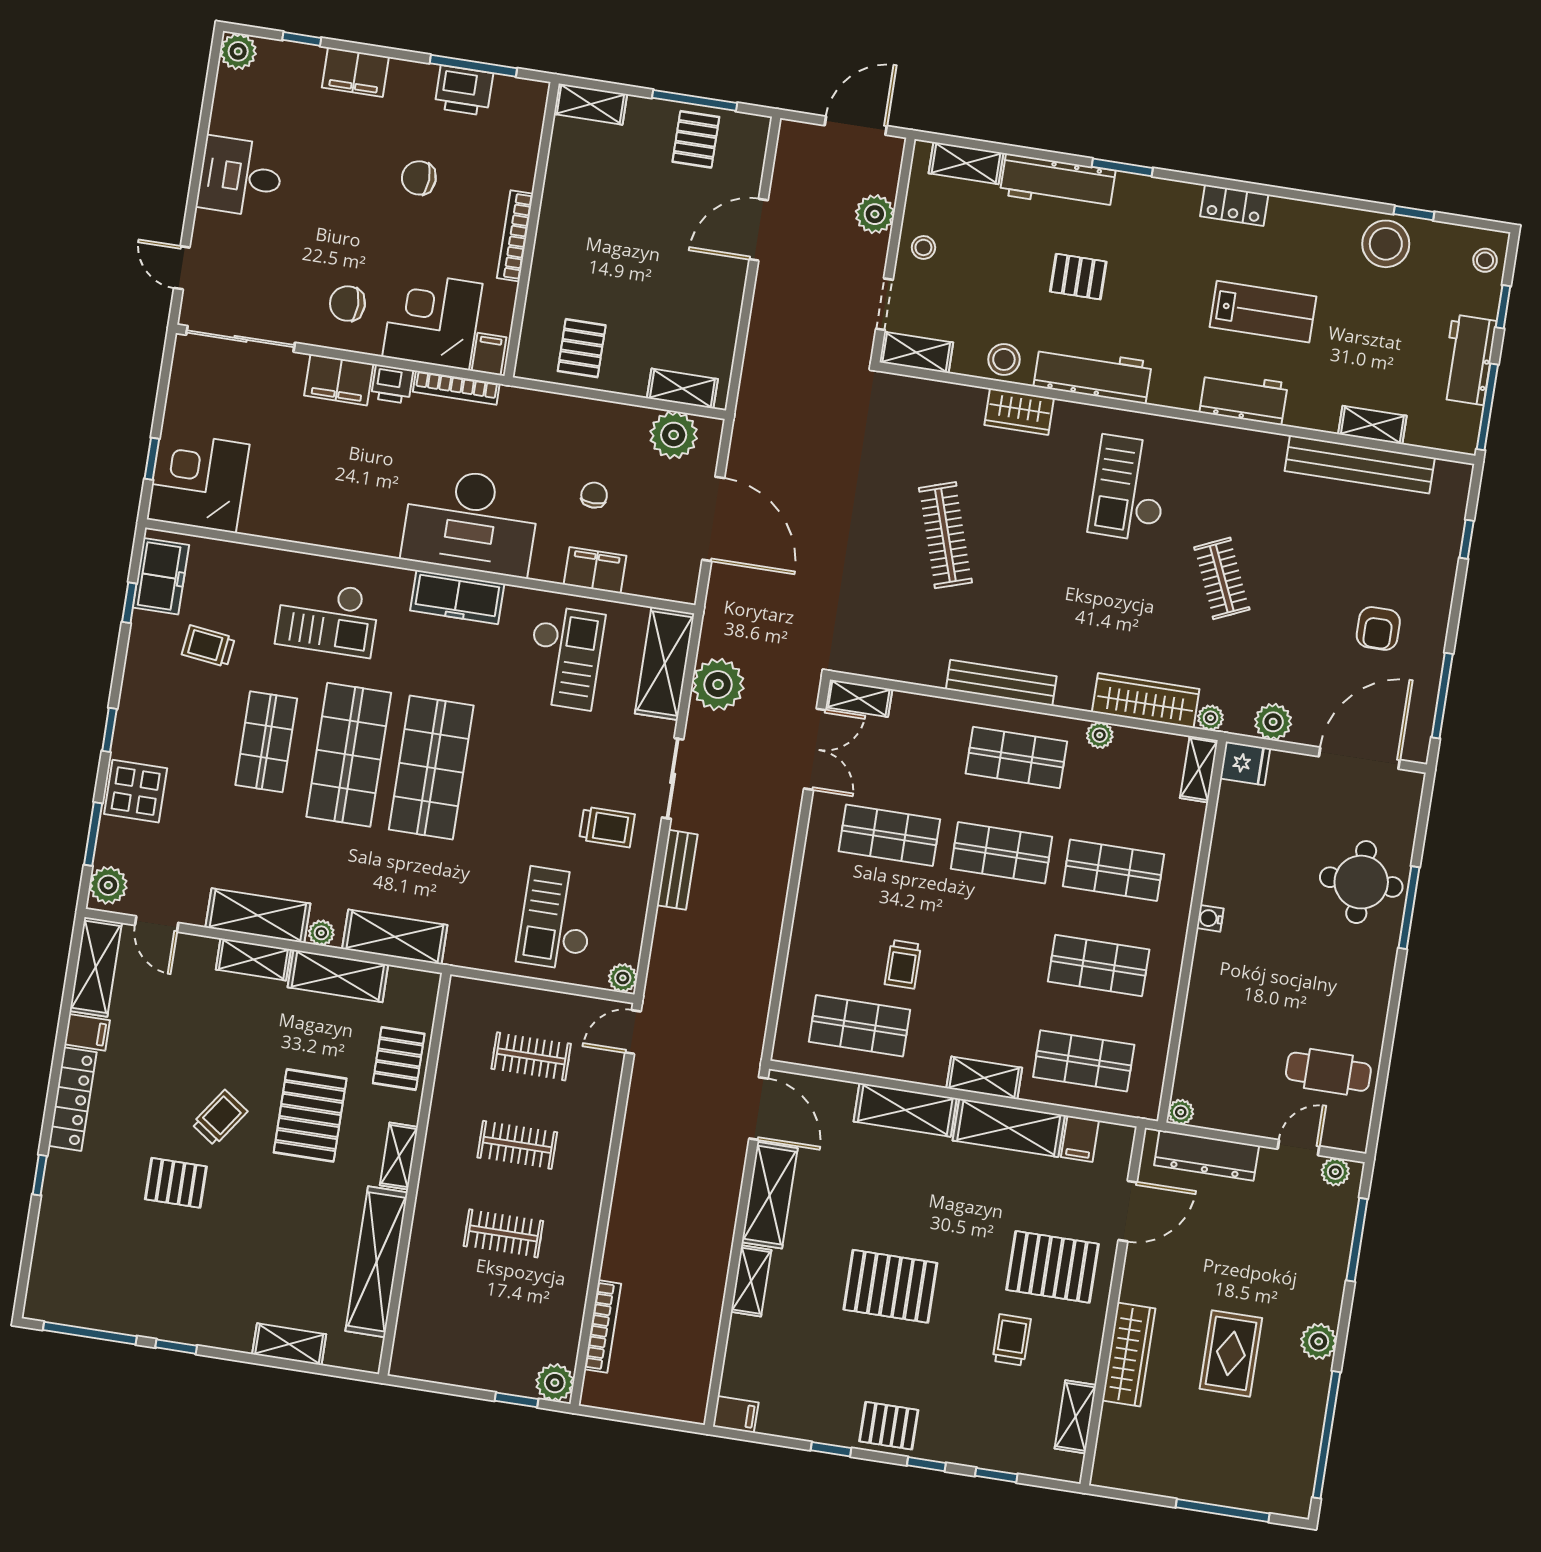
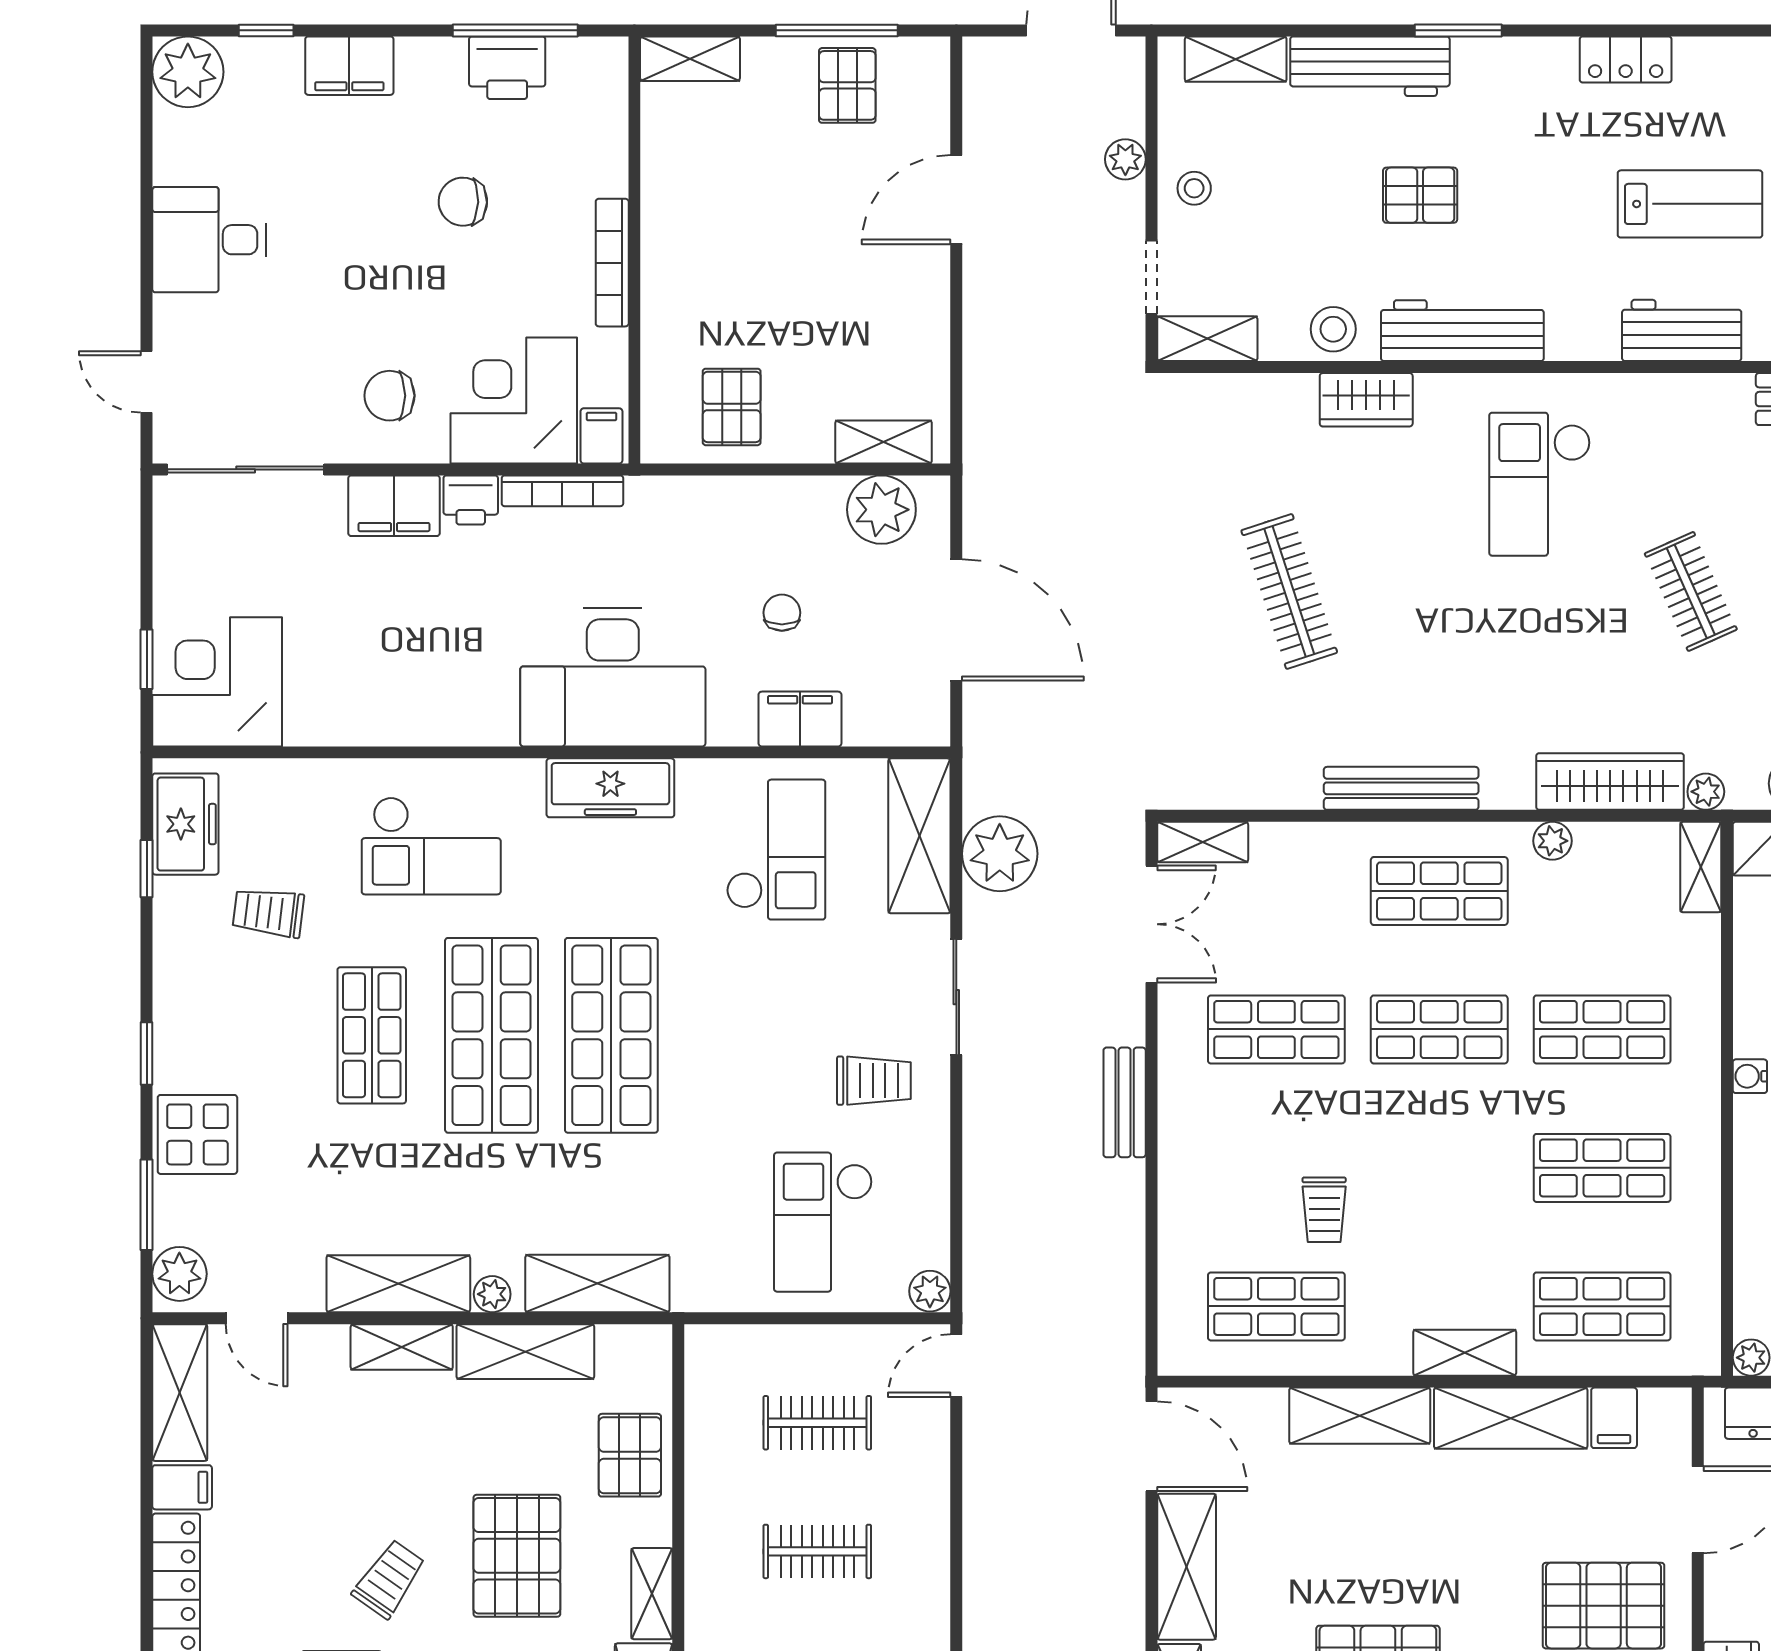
plant: (238, 51) -> (188, 72), width x1.36, depth x1.36
plant: (875, 214) -> (1125, 159), width x0.73, depth x0.73
bench: (677, 870) -> (1125, 1102), moved

